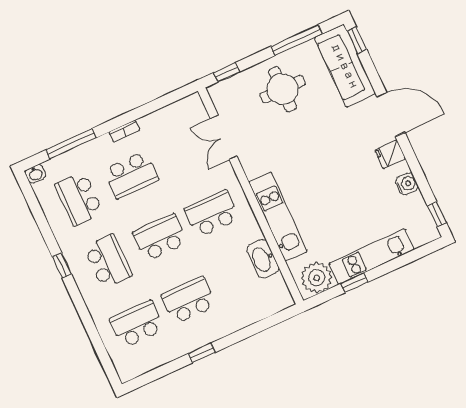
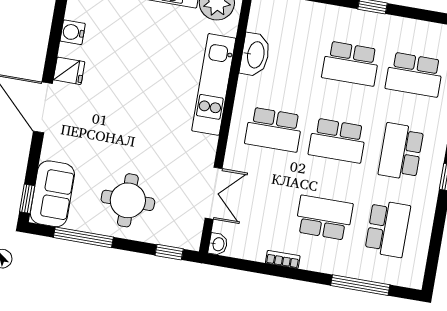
sofa: (345, 66) -> (52, 194), width x0.73
bookcase: (124, 131) -> (283, 259), moved
washbasin: (35, 174) -> (218, 244), moved, turned 90

